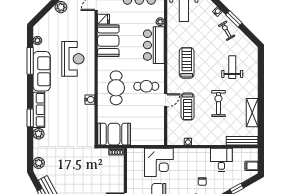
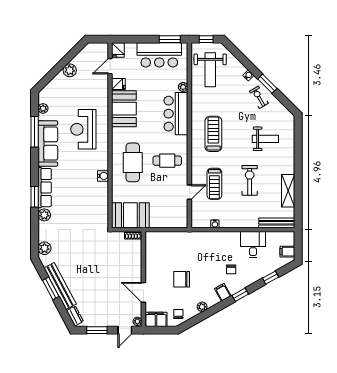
reception desk: (73, 59) -> (83, 129), turned 180
weight bench: (232, 67) -> (265, 139), turned 90
door: (166, 100) -> (189, 192), moved
corner desk: (159, 162) -> (182, 248), removed

